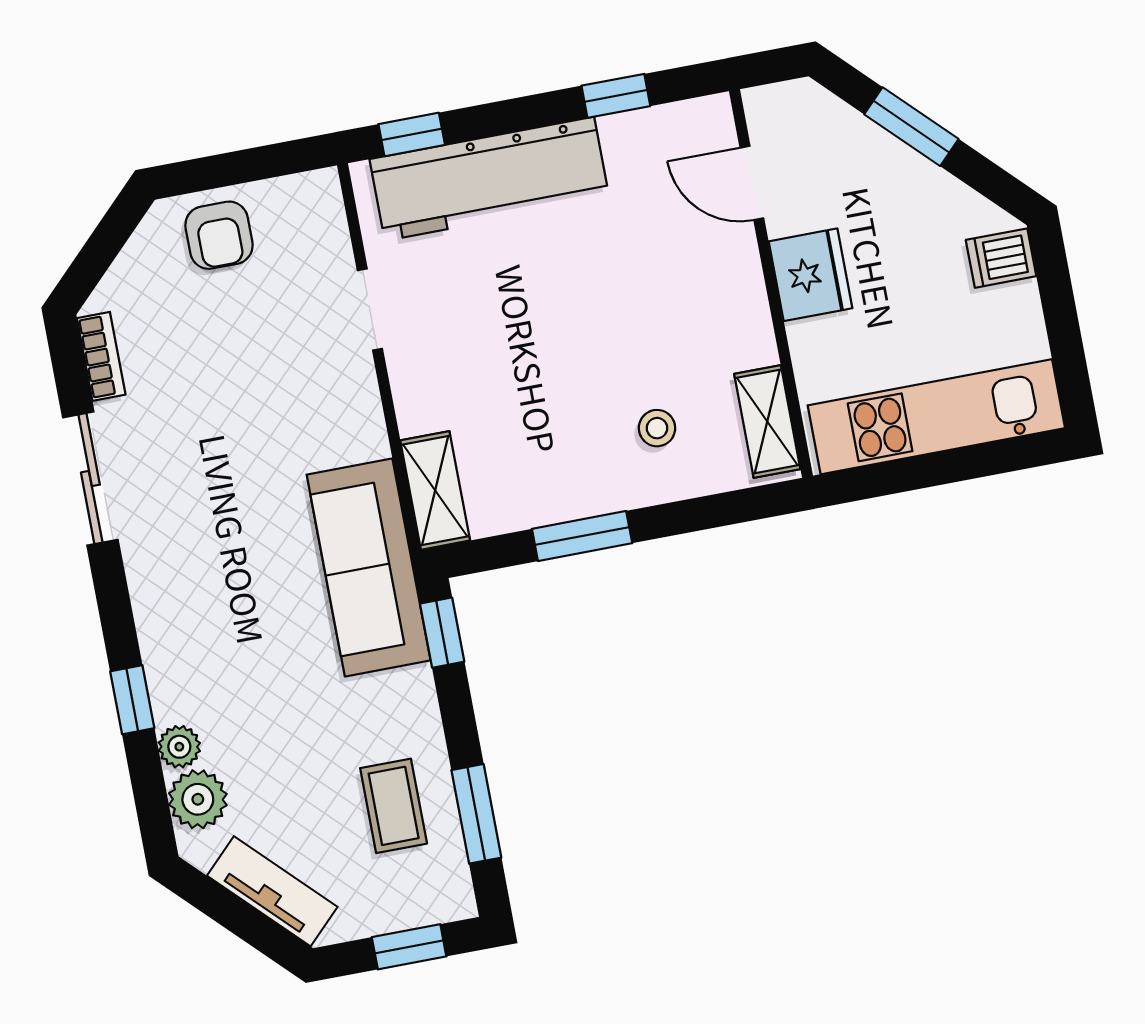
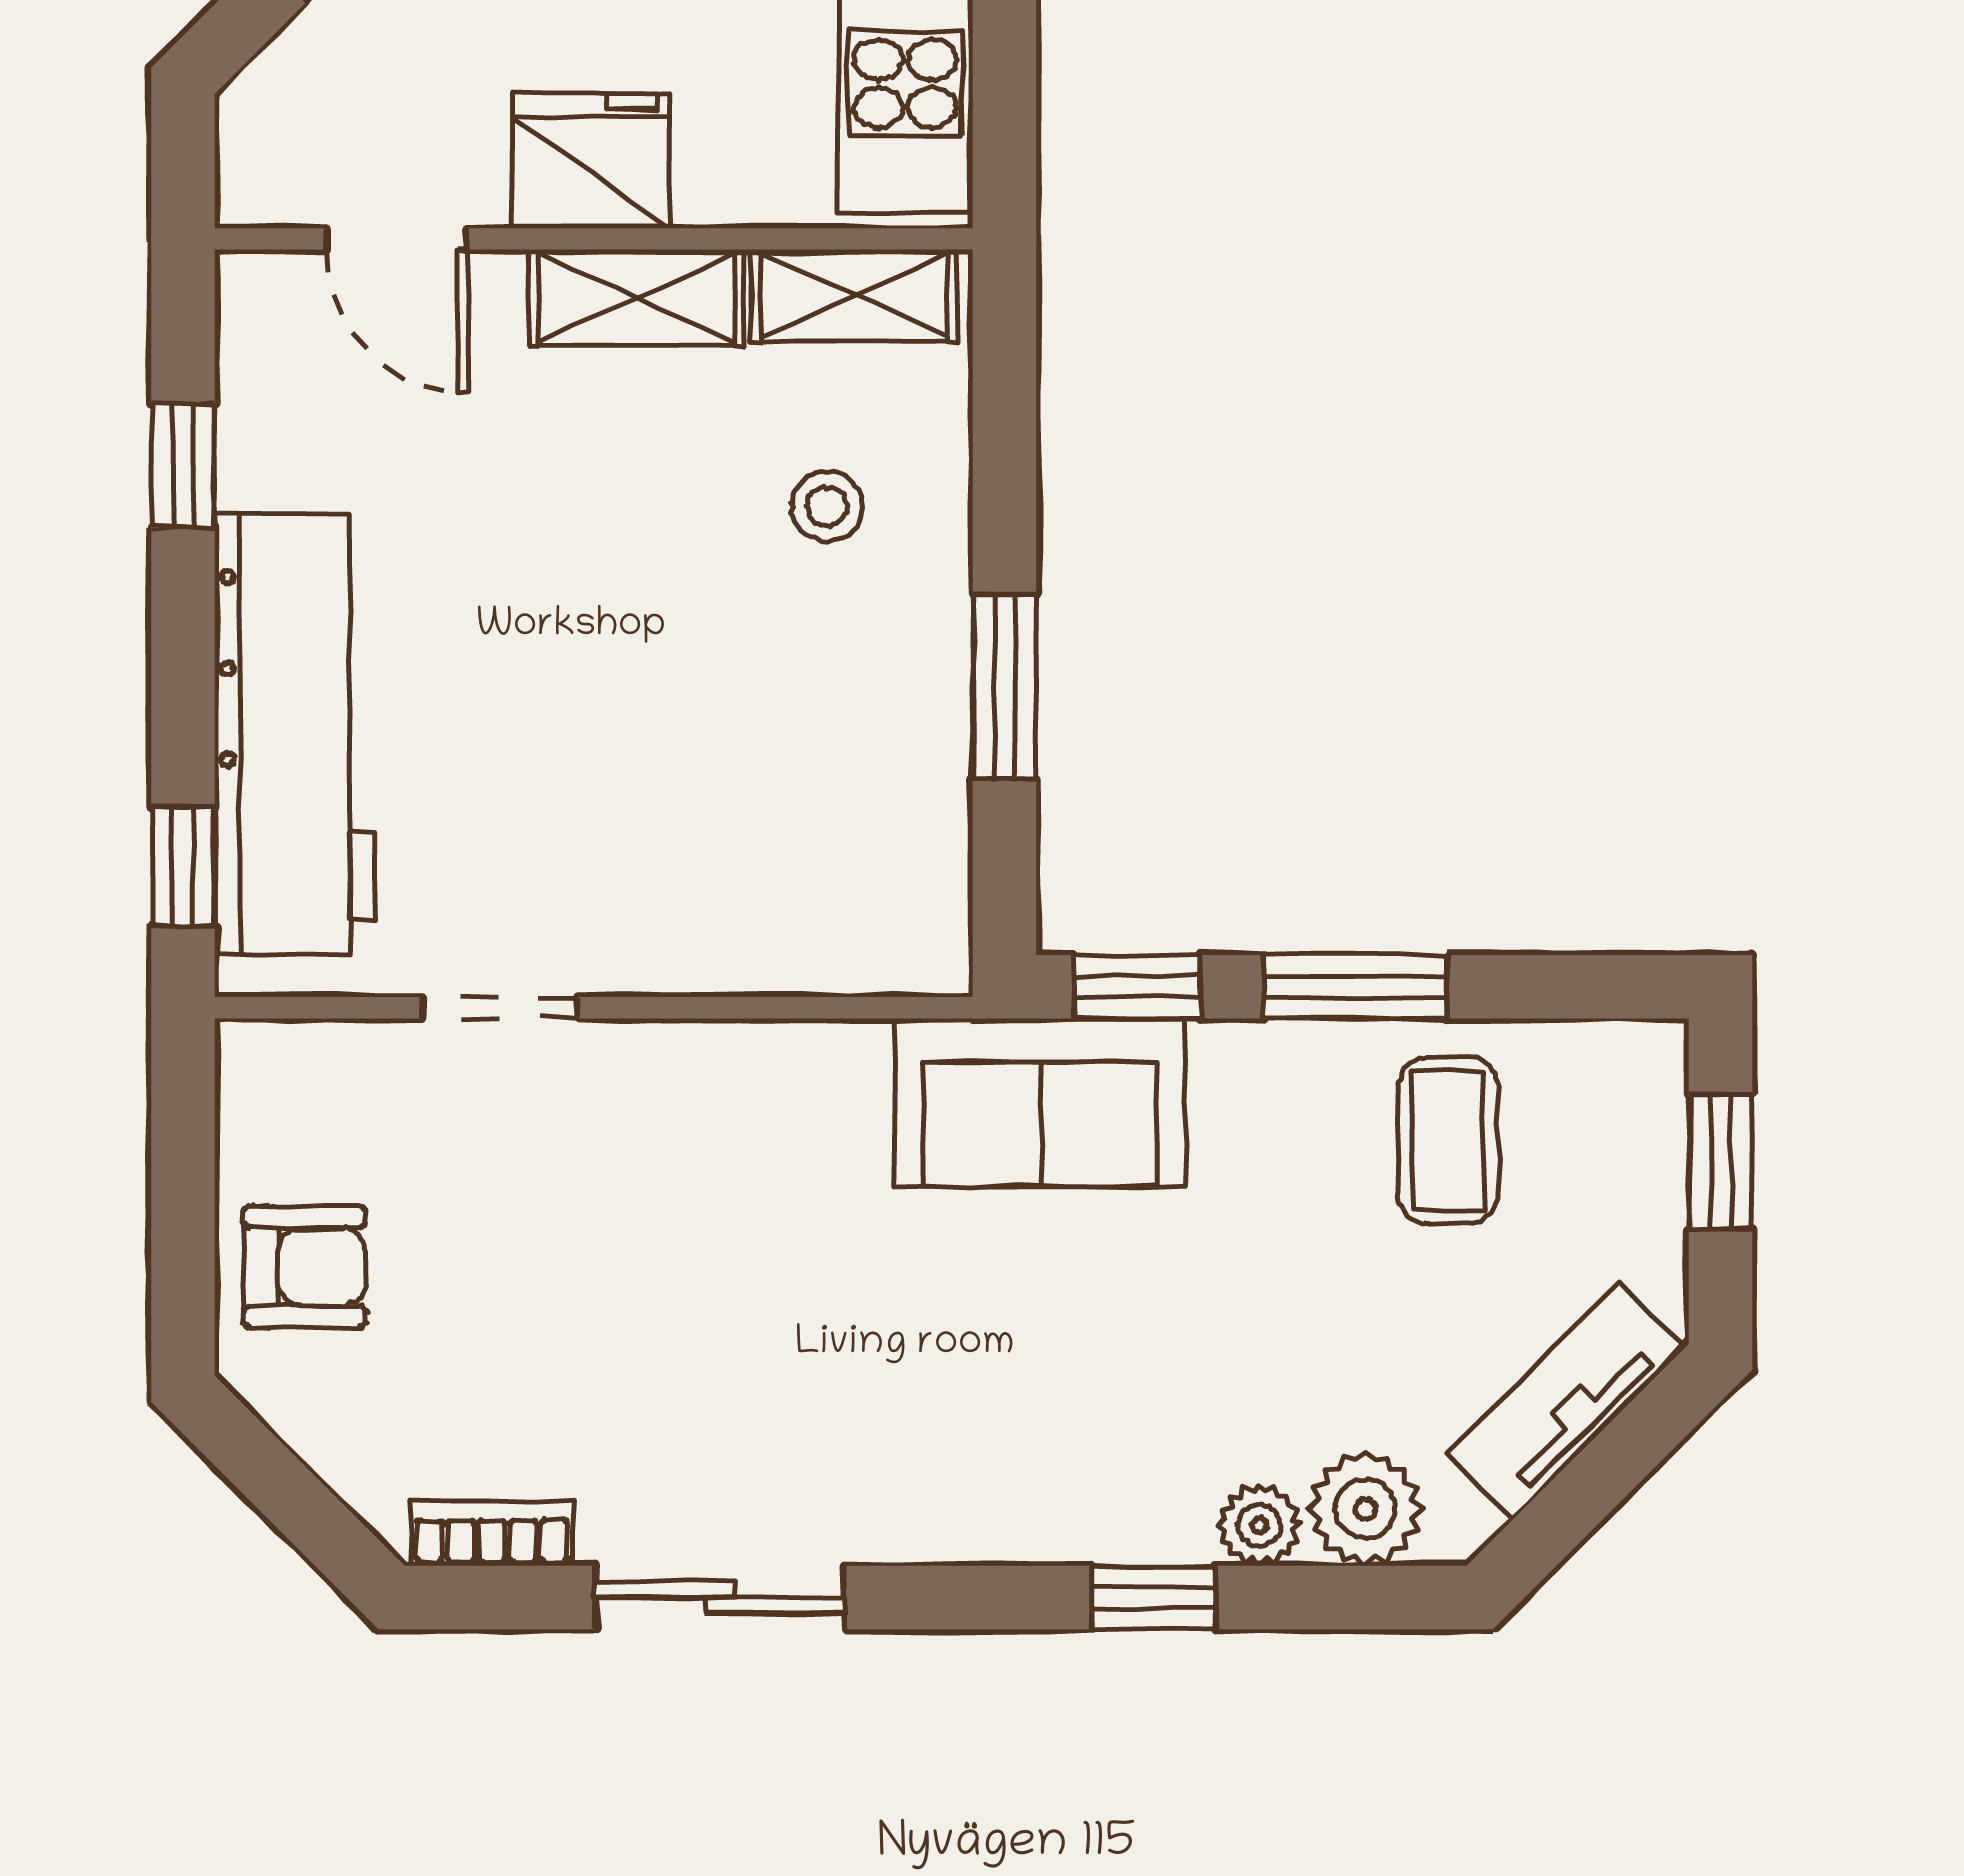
door: (752, 183) -> (397, 239), hinge flipped
shelving: (435, 490) -> (636, 298), moved
sofa: (369, 567) -> (1040, 1102), width x0.73
coffee table: (394, 806) -> (1448, 1141), turned 90
window: (476, 814) -> (1356, 987), moved

